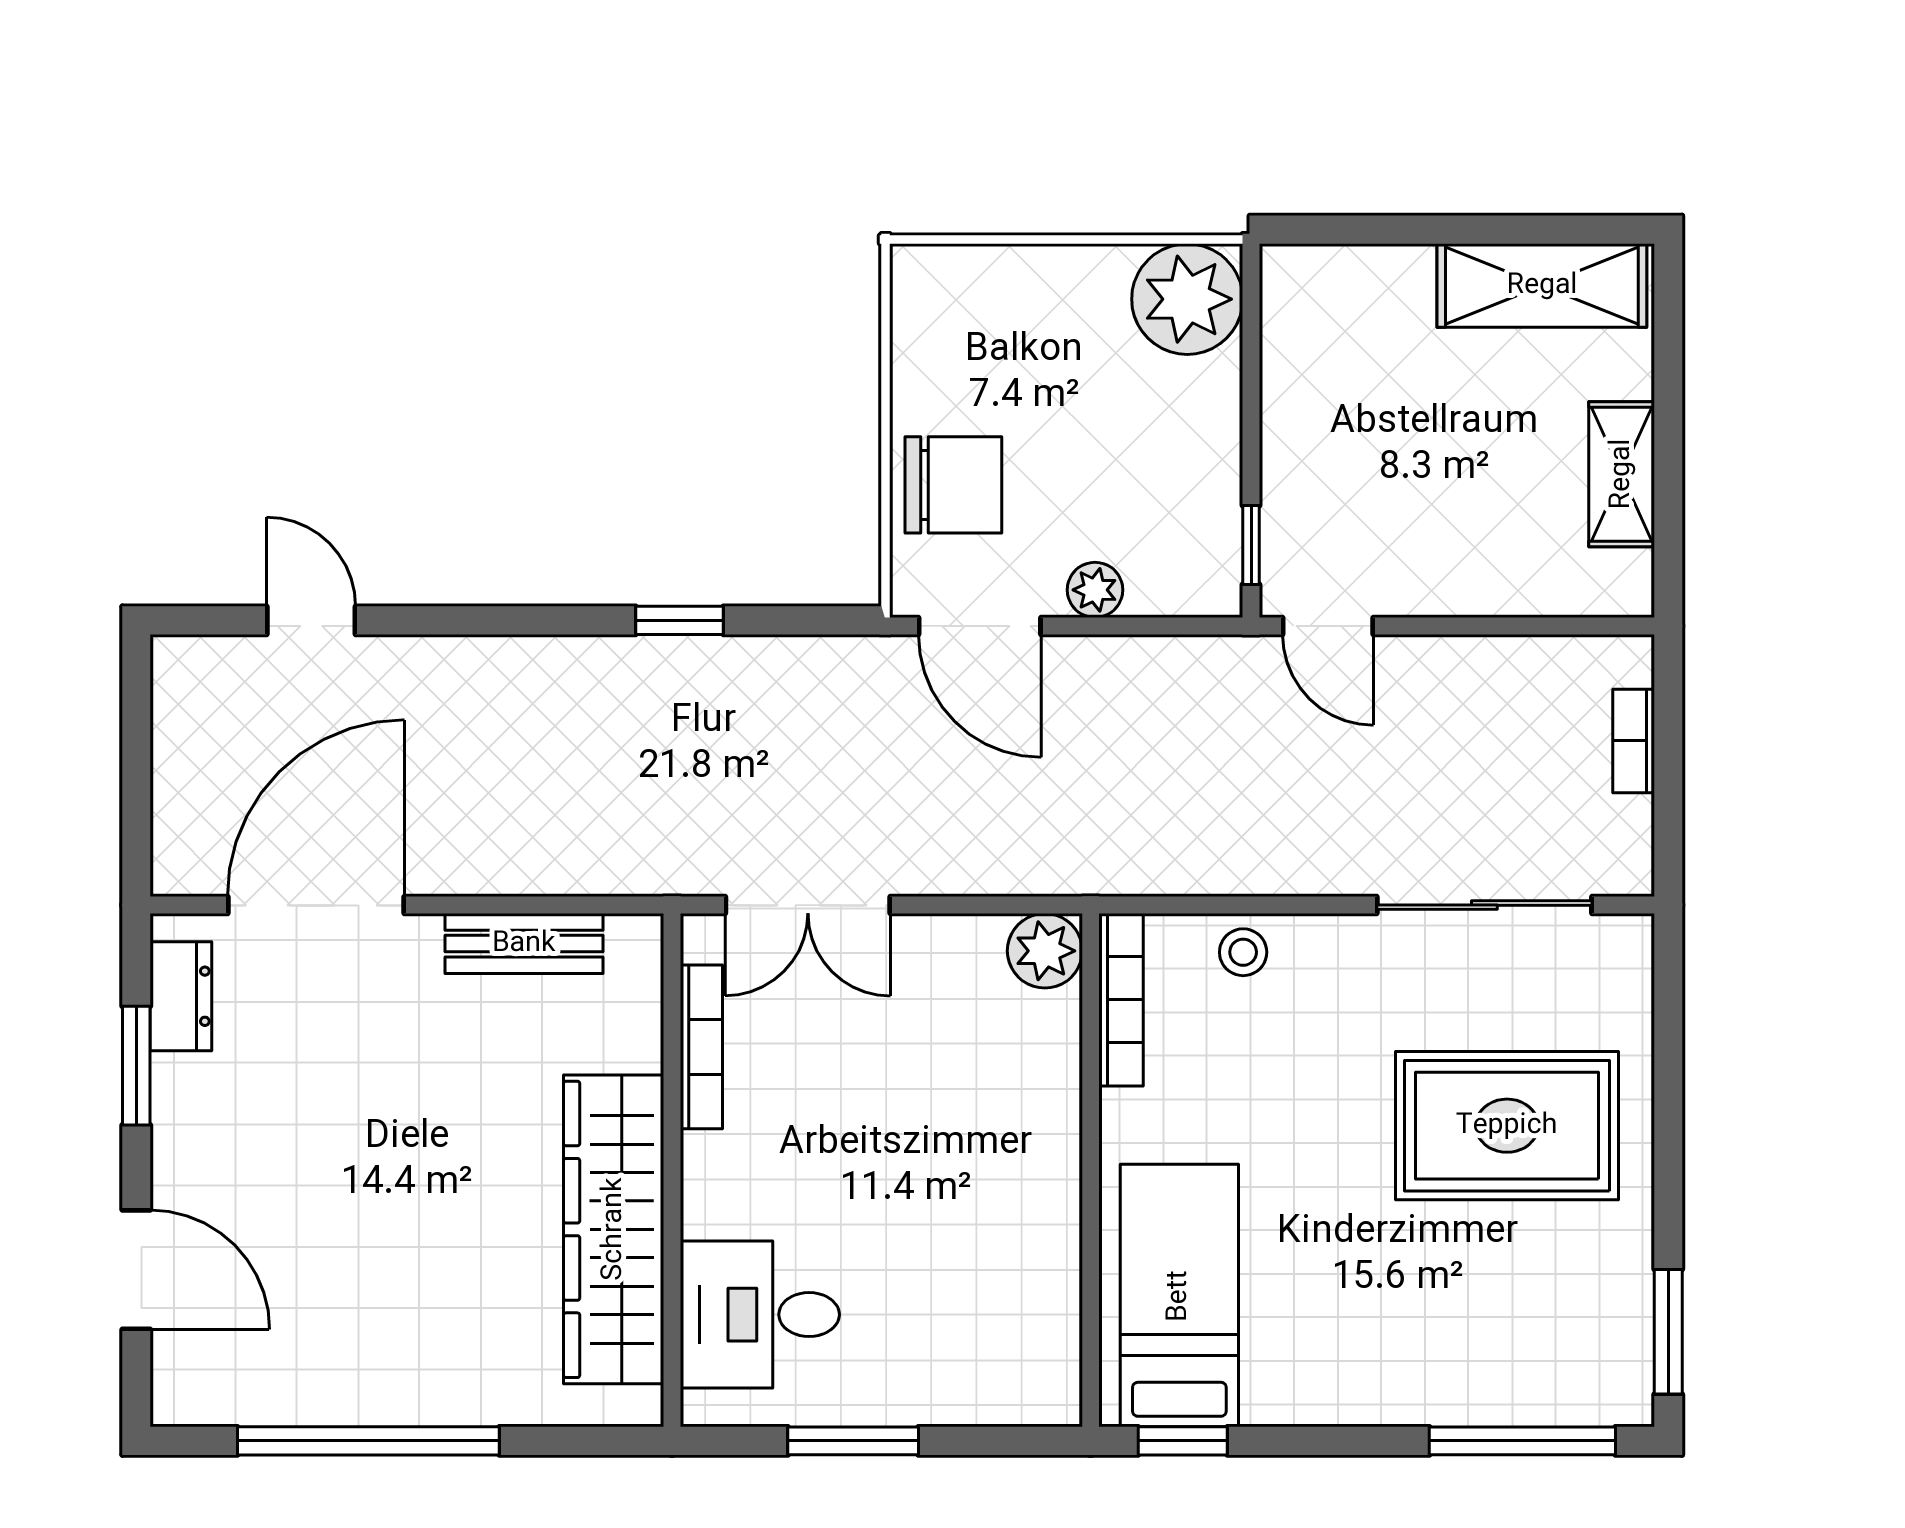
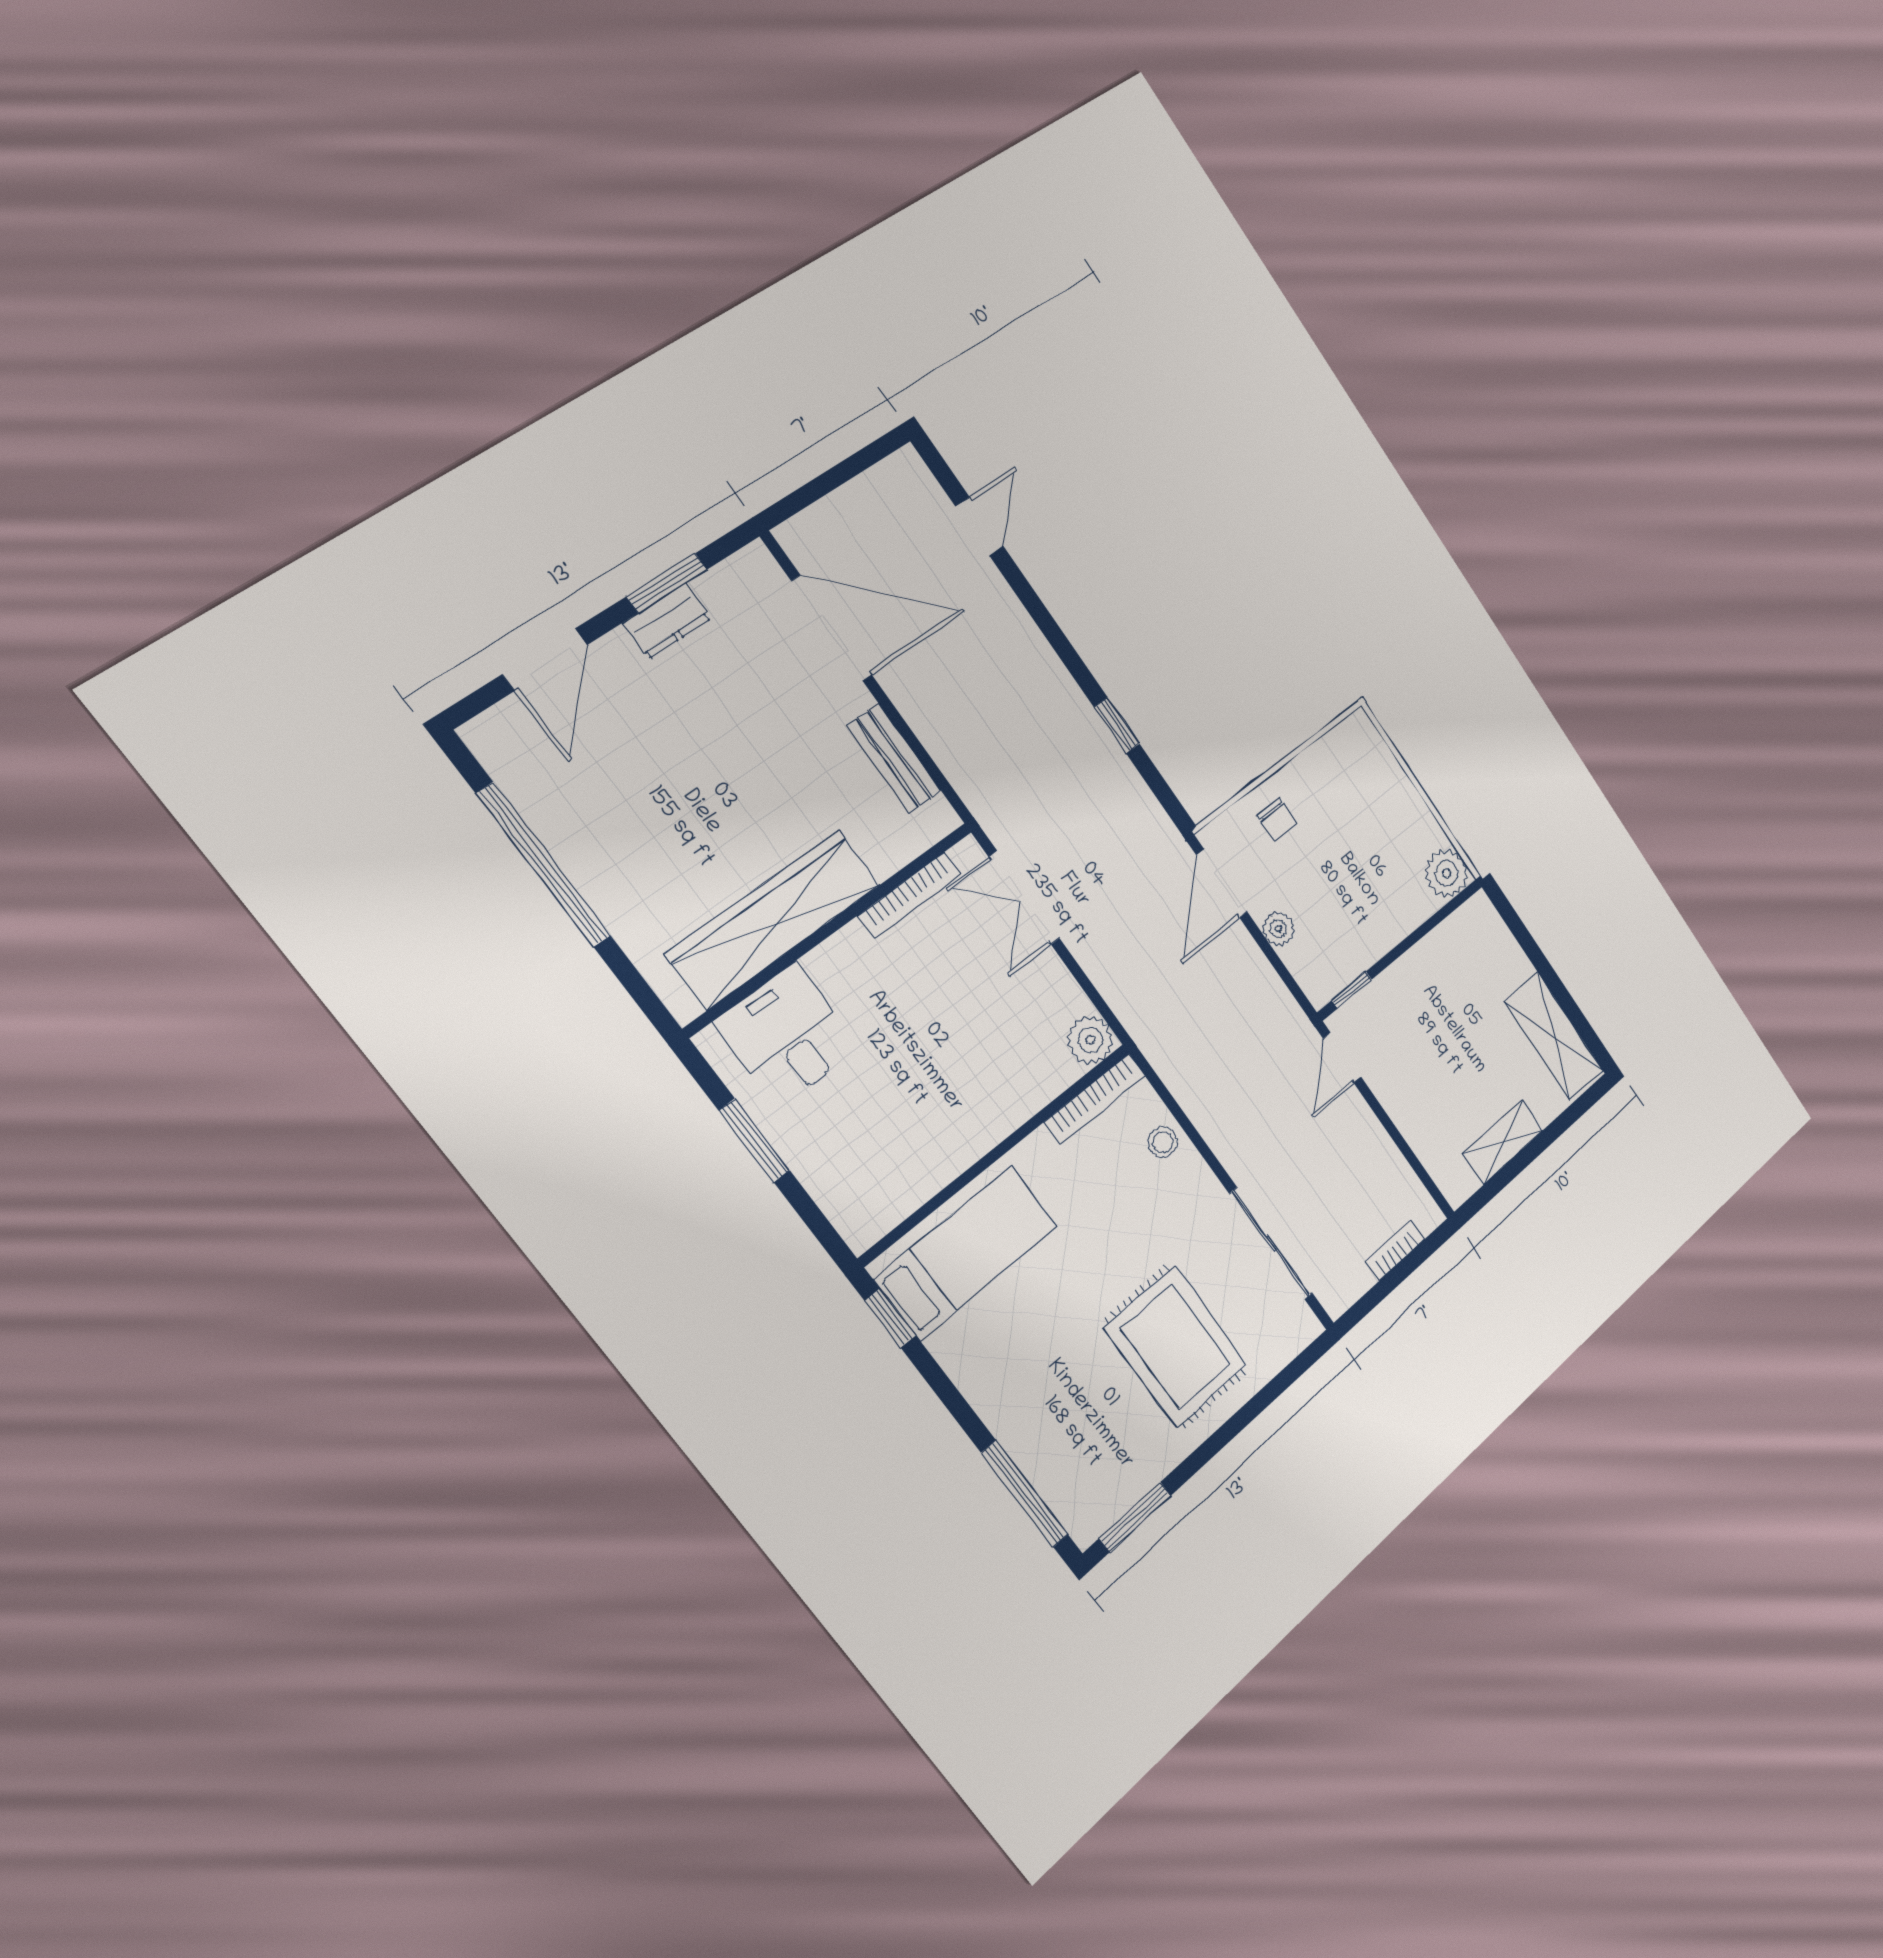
plant: (1187, 299) -> (1447, 873), width x0.73, depth x0.73
chair: (953, 485) -> (1277, 820), width x0.54, depth x0.54
dresser: (181, 996) -> (667, 621), moved

